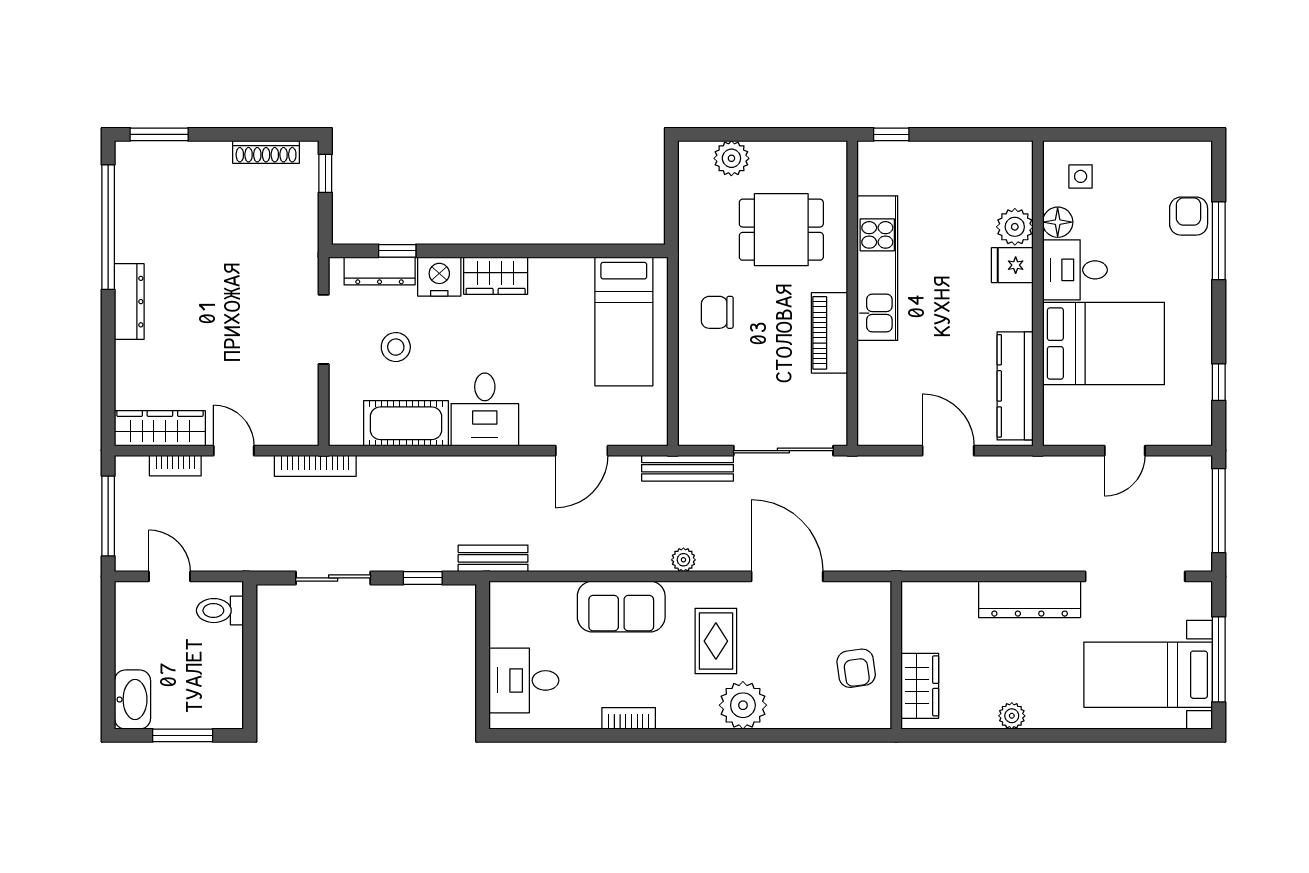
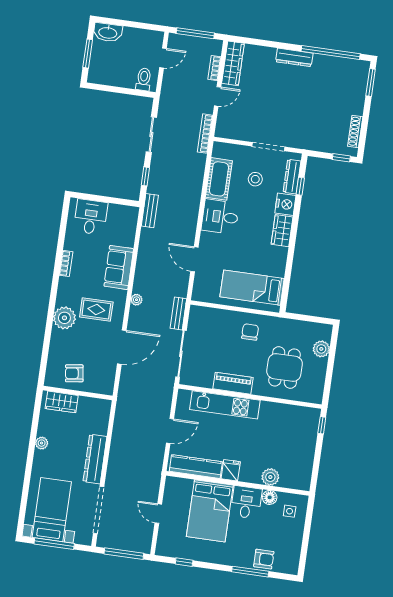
fridge: (1012, 265) -> (231, 470), moved
kitchen unit: (877, 268) -> (225, 405), moved
bench: (687, 468) -> (178, 313), width x0.73

